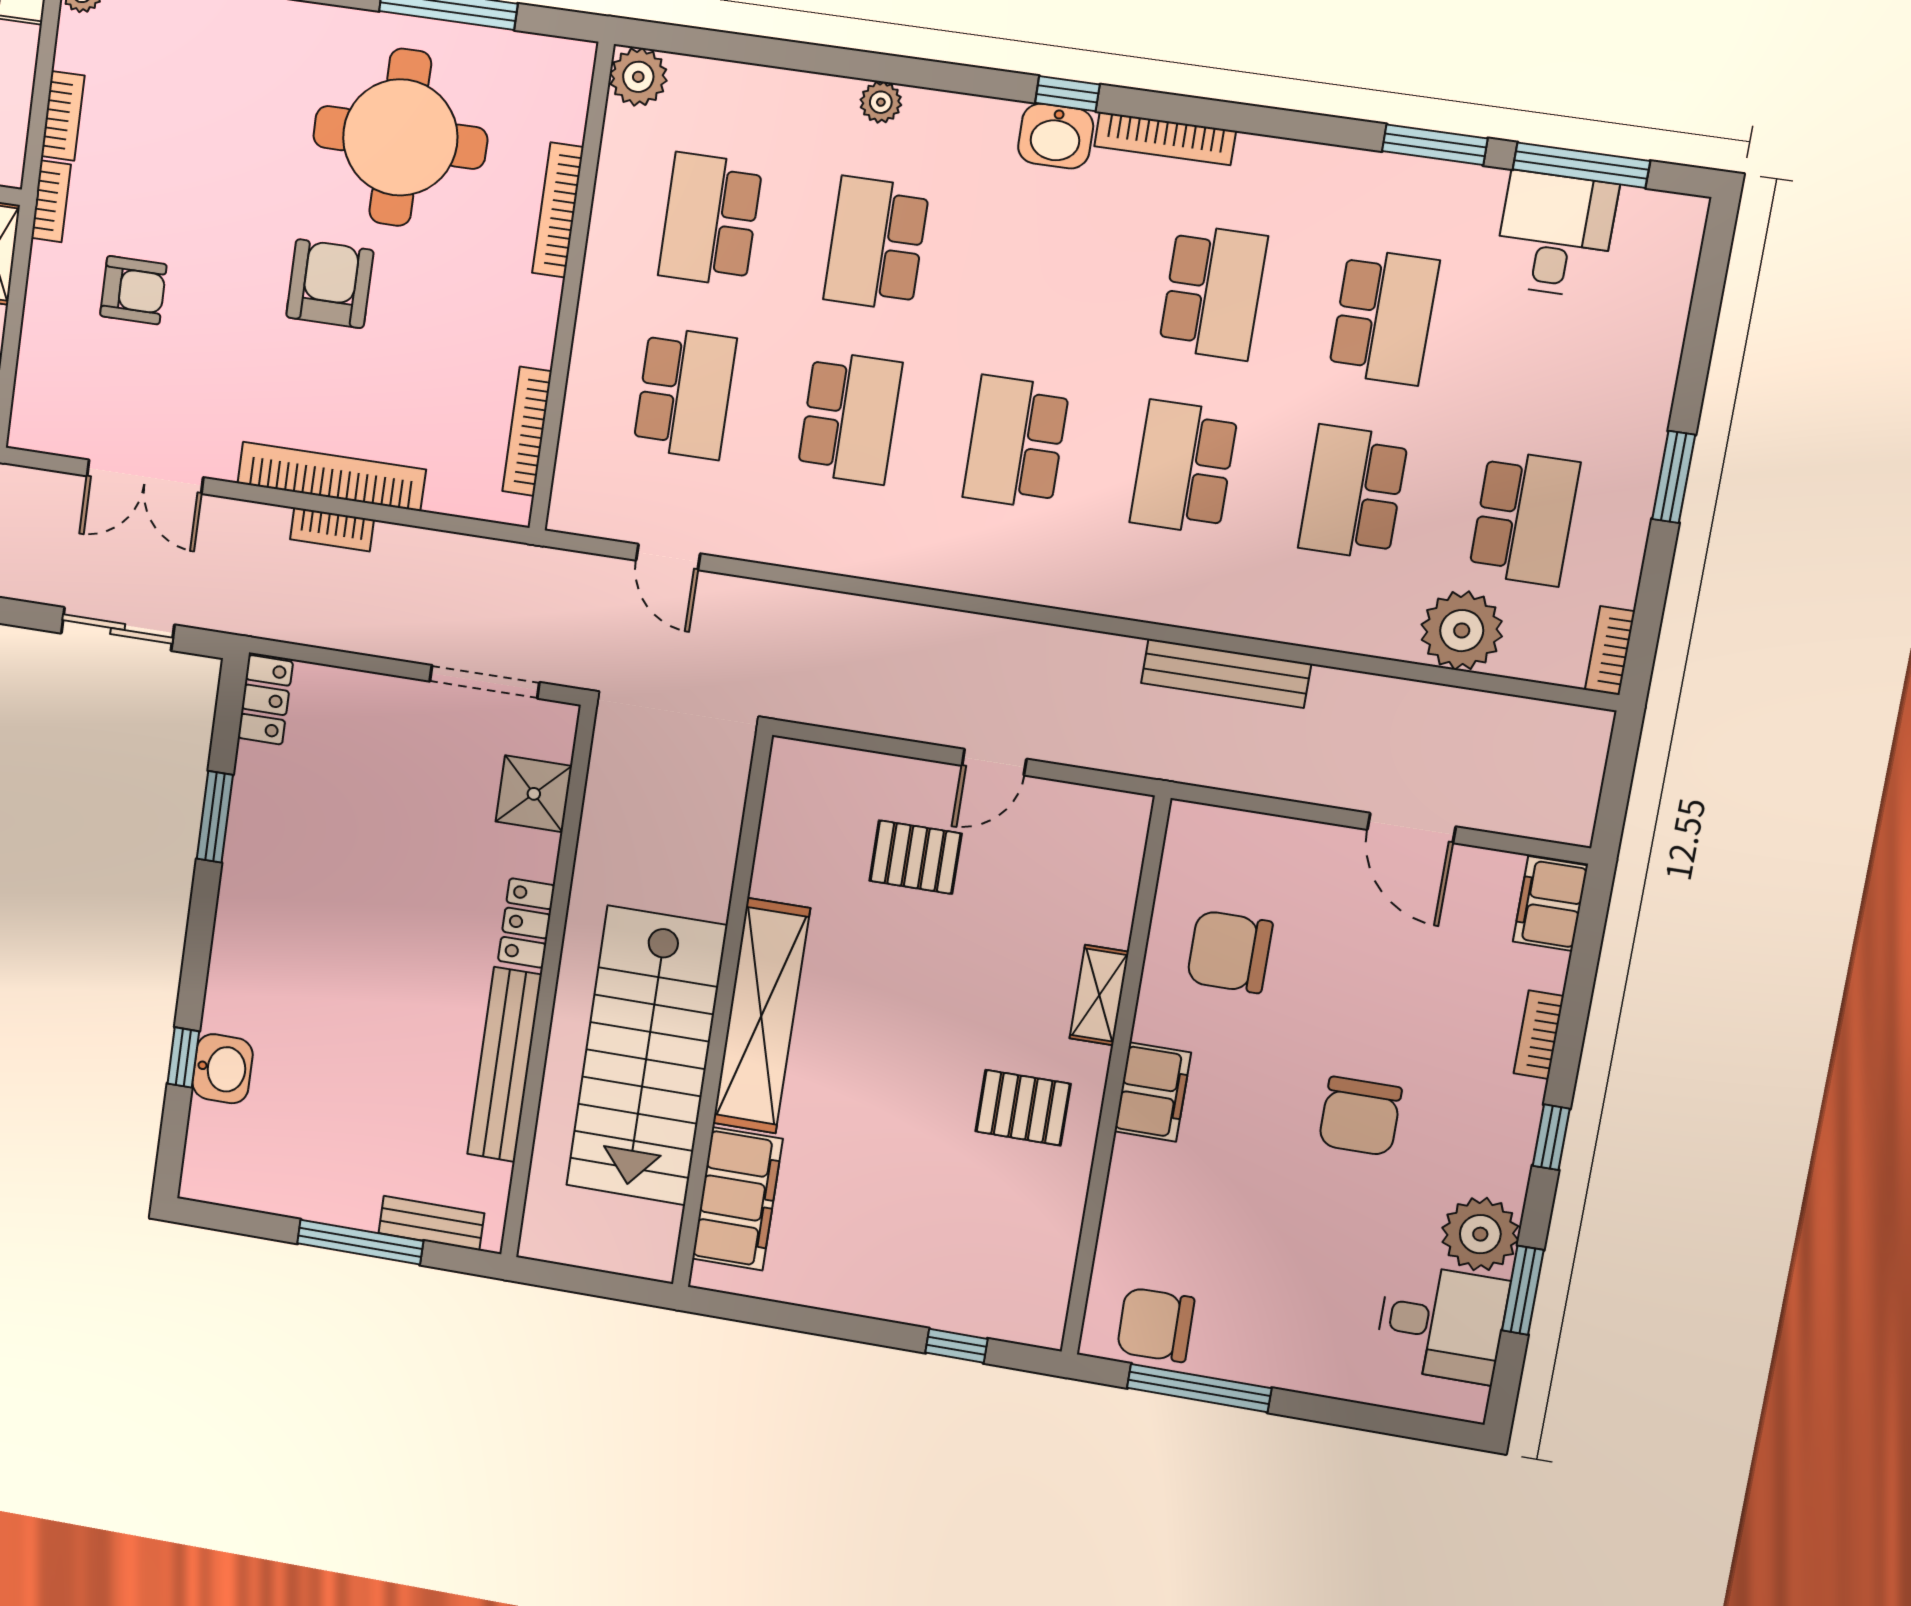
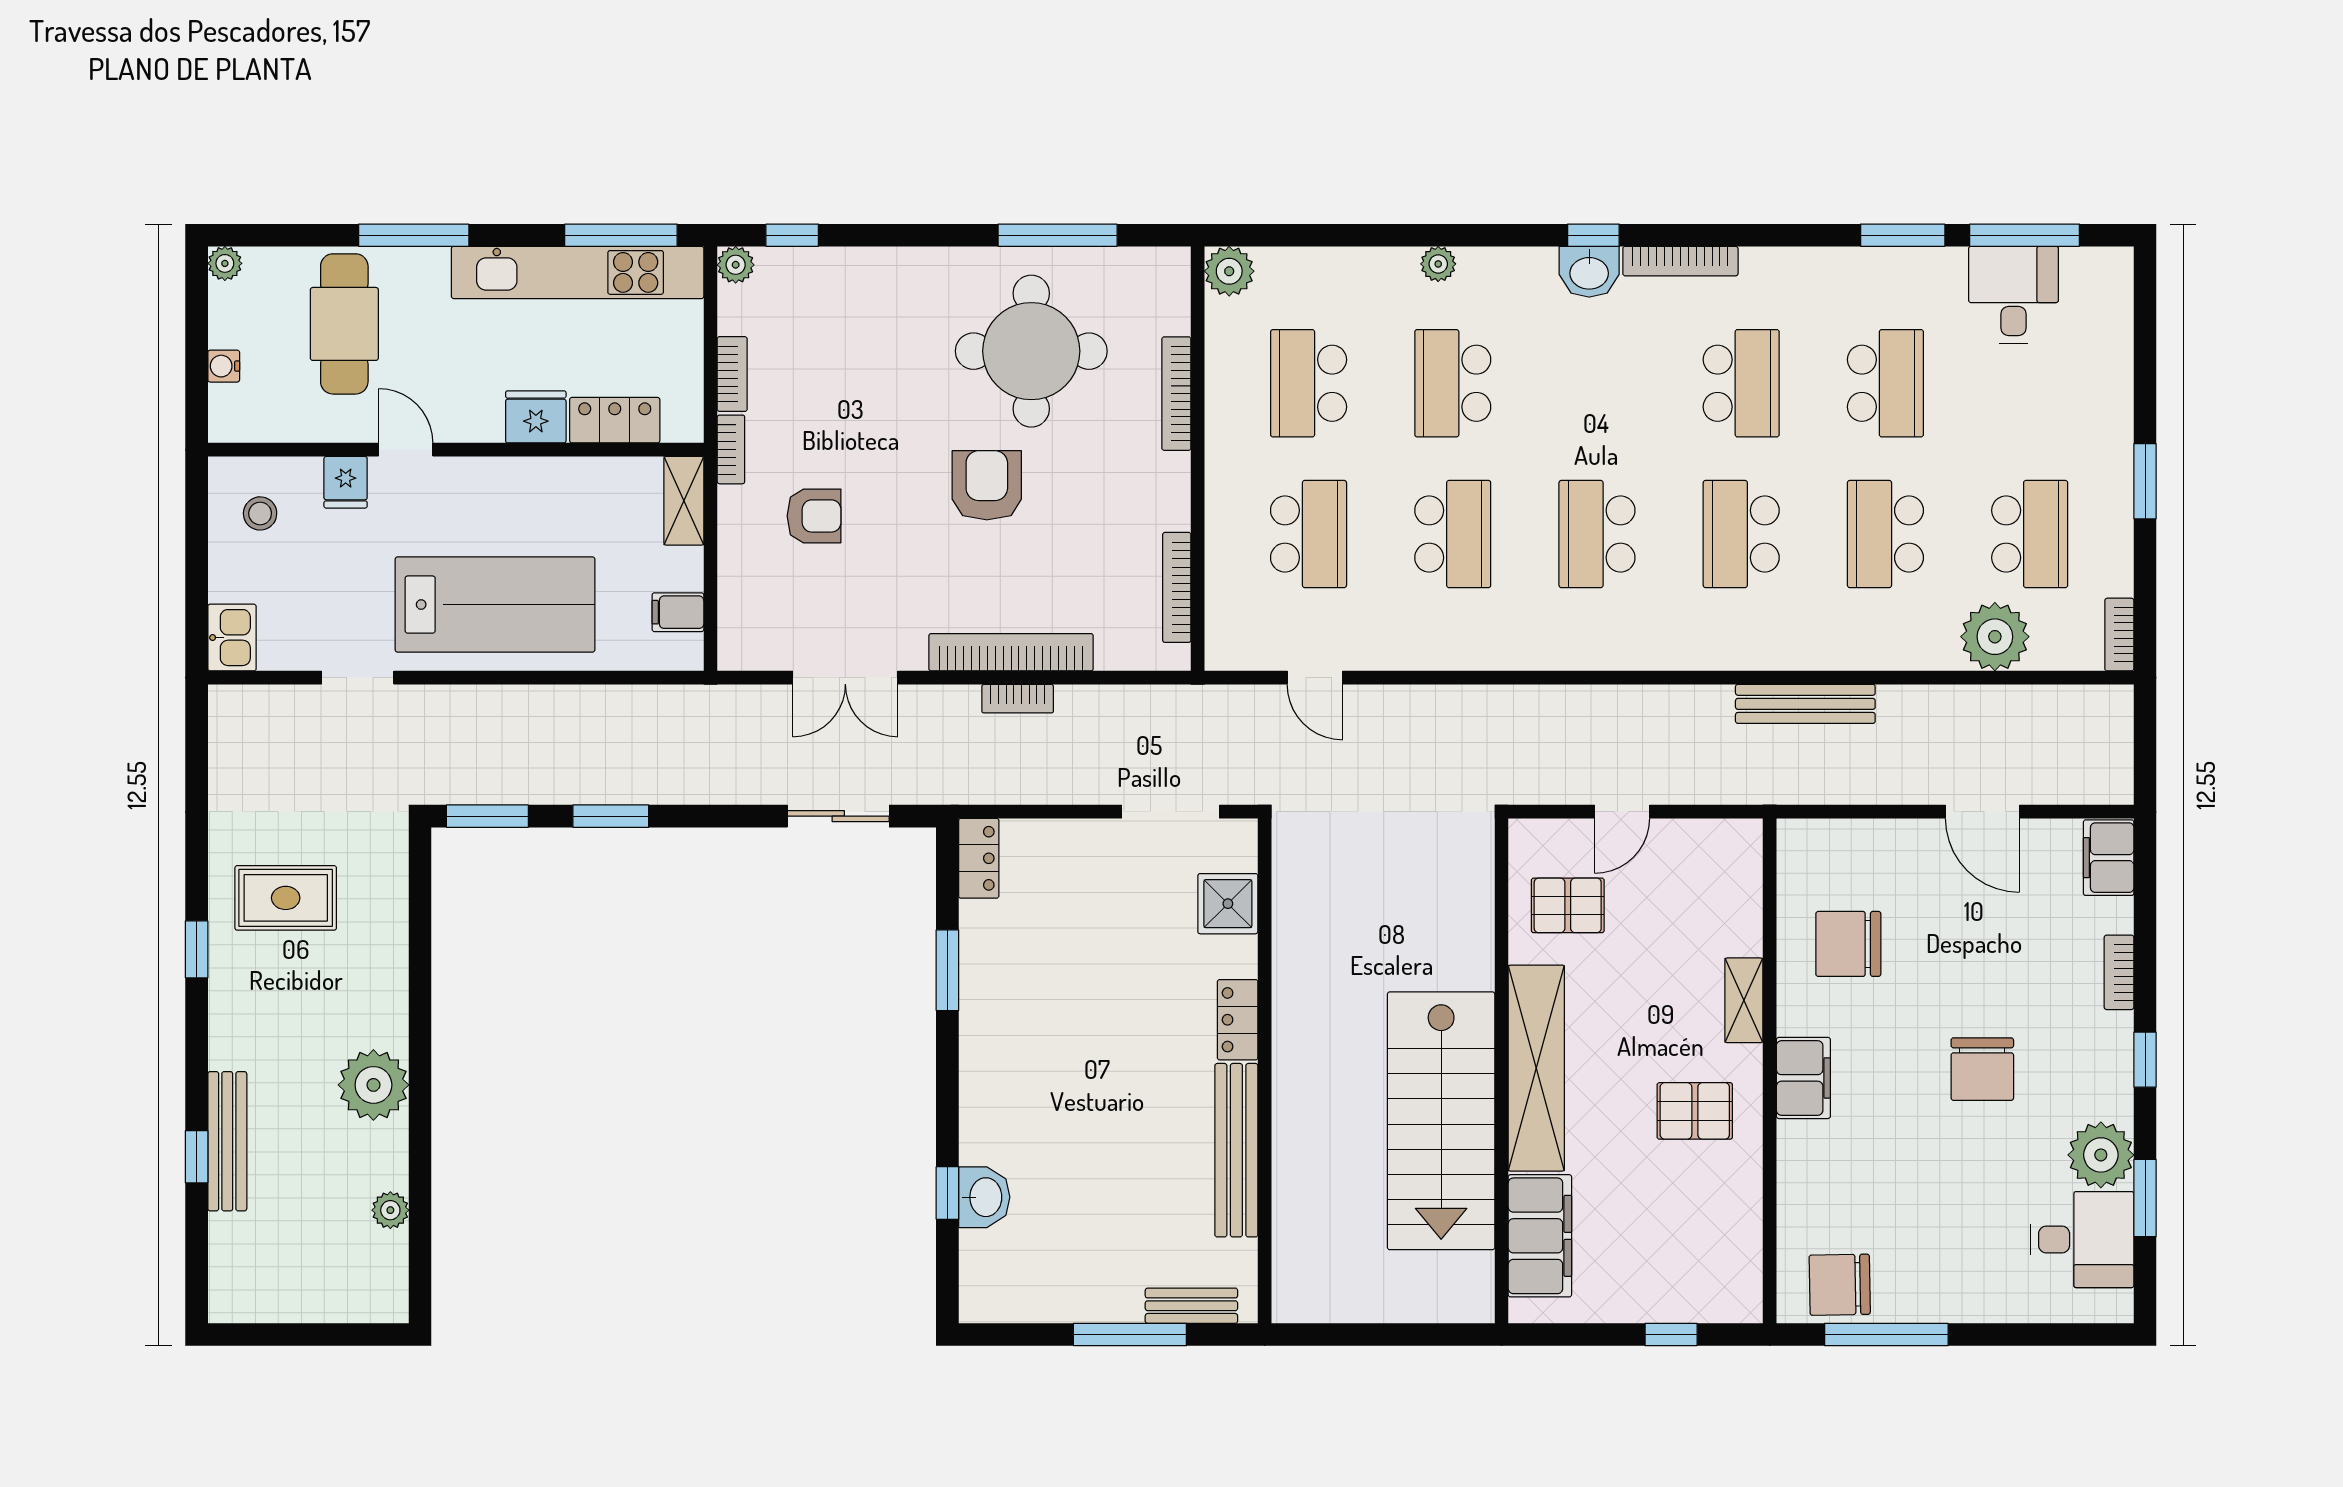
wall: (722, 1013) -> (1502, 1071), moved
shelving: (761, 1016) -> (1536, 1068), moved
stairs: (647, 1056) -> (1441, 1121), moved
filing cabinet: (737, 1199) -> (1540, 1236), moved

